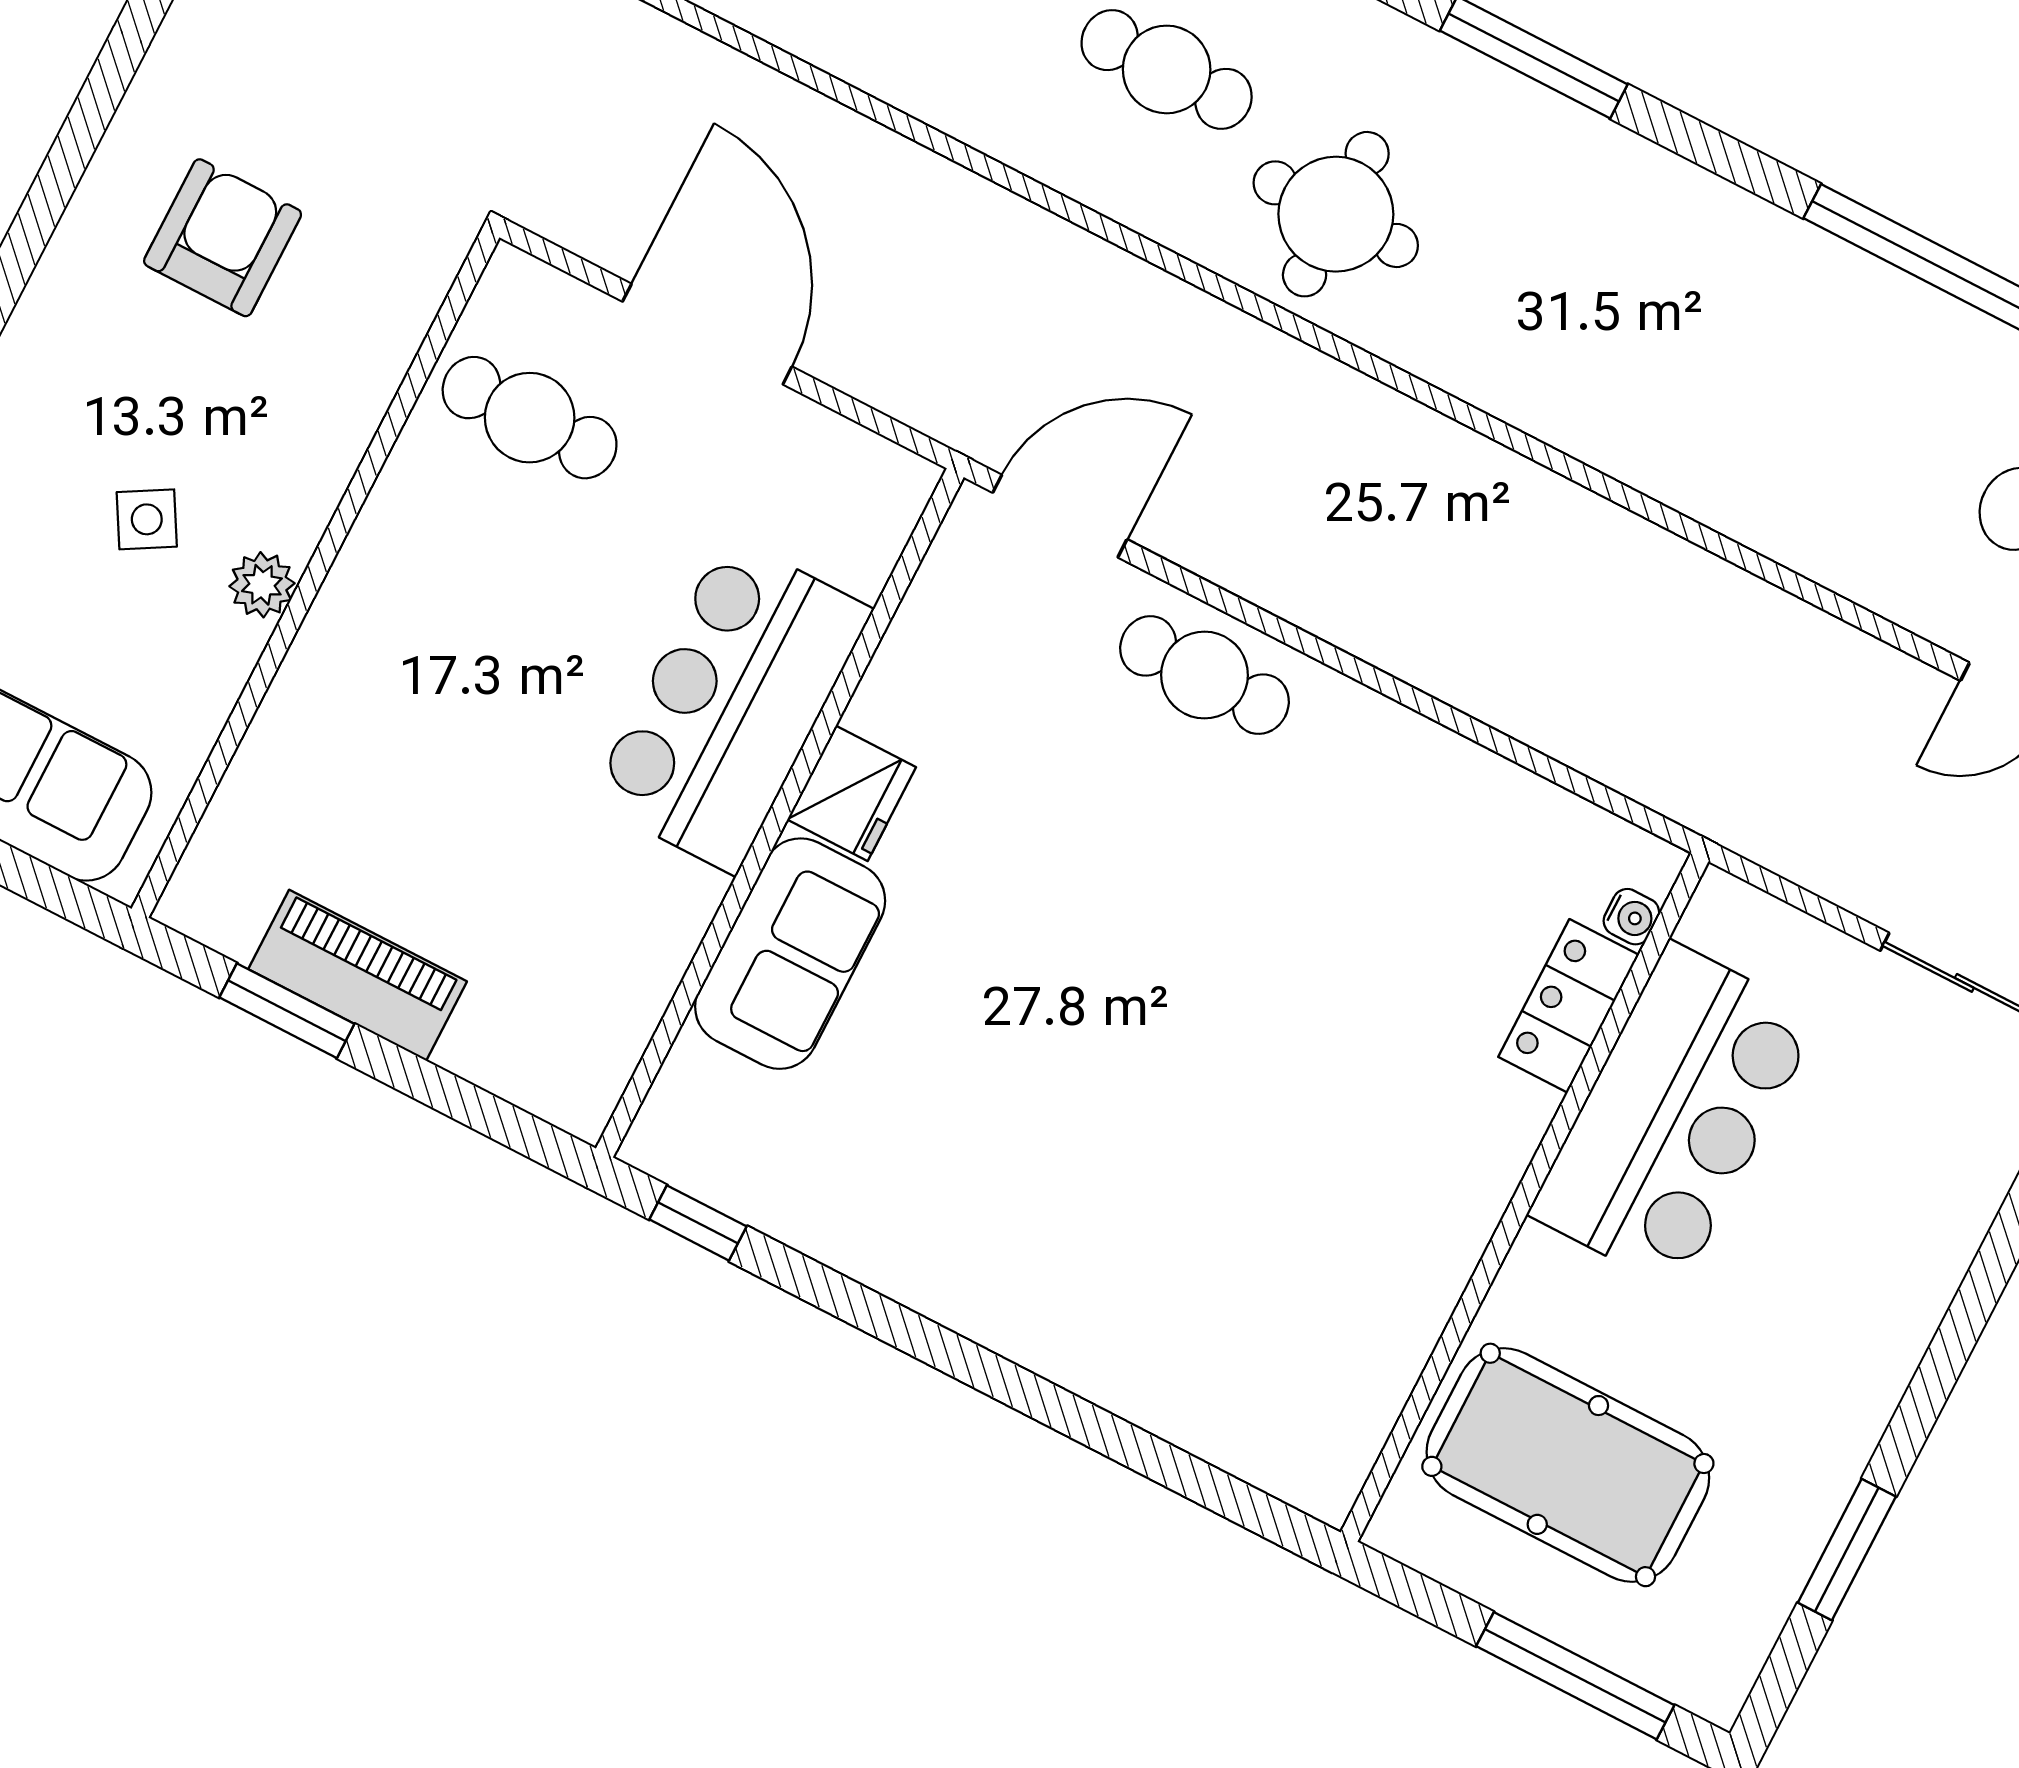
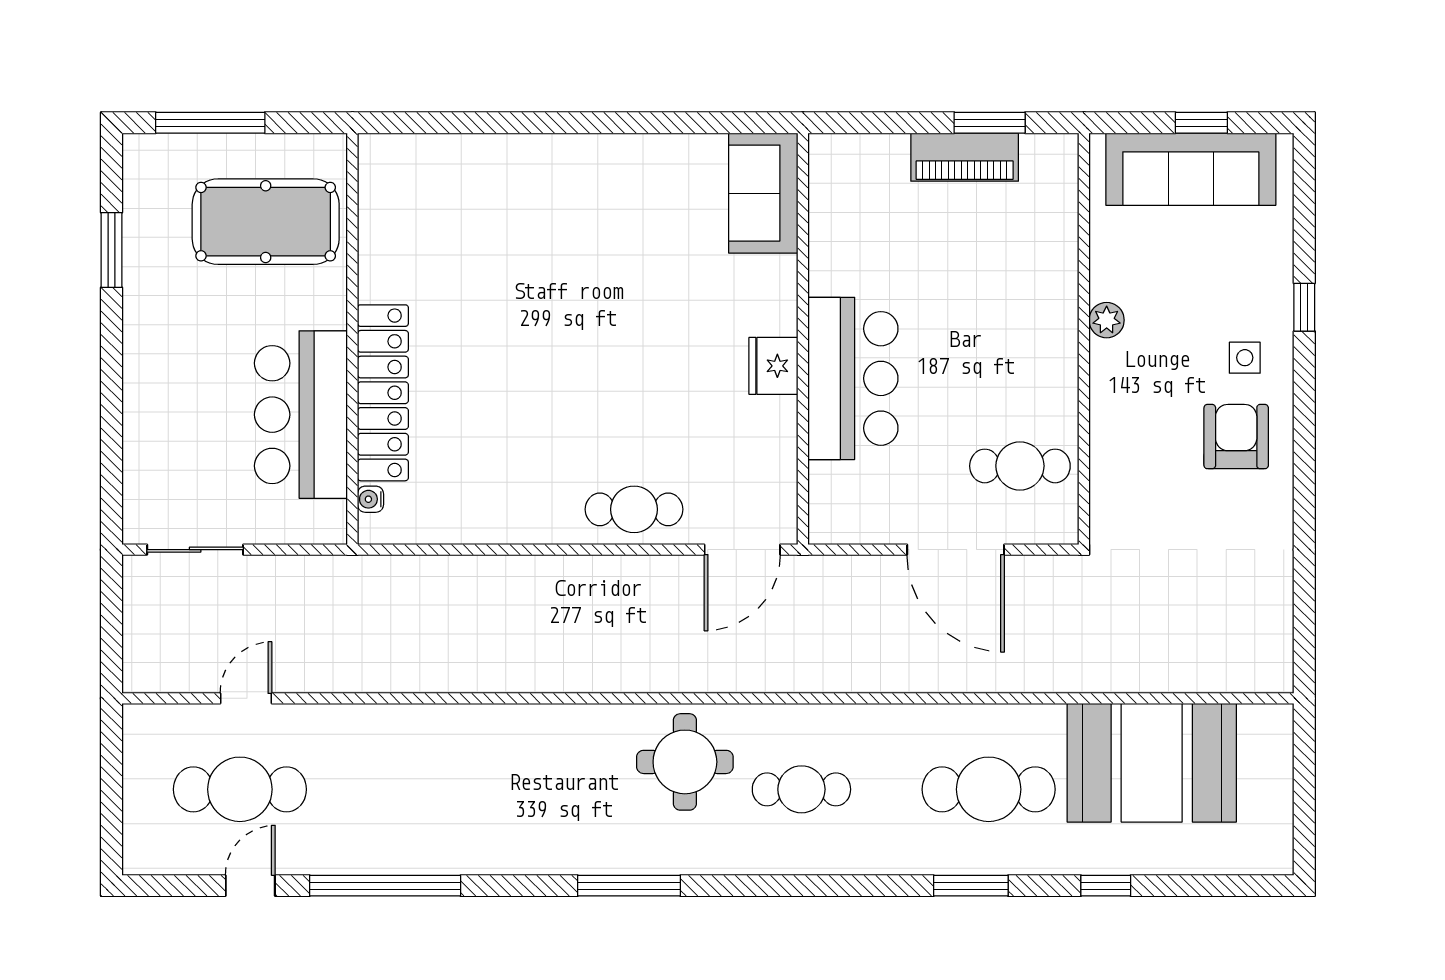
armchair: (223, 238) -> (1236, 437), moved, turned 180
side table: (147, 519) -> (1245, 358), moved, turned 30
sofa: (790, 954) -> (763, 193), moved
locker: (1569, 1006) -> (383, 393), width x2.16, depth x1.21
window: (698, 1223) -> (741, 123), removed

